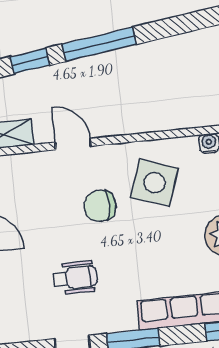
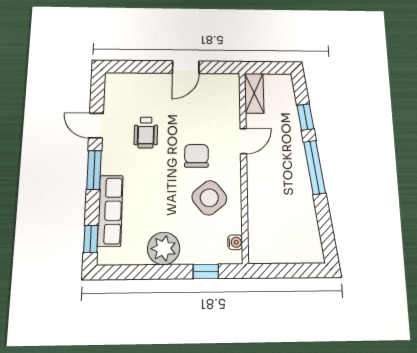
side table: (155, 183) -> (209, 198), turned 32

